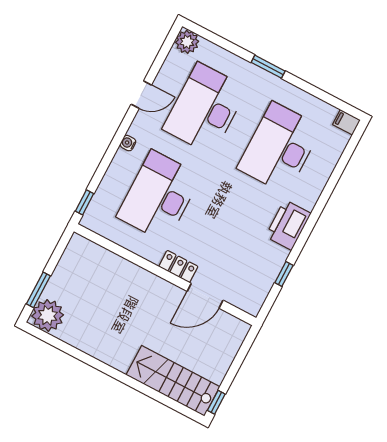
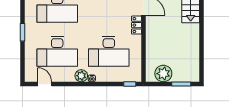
plant: (187, 42) -> (81, 76), moved
door: (141, 95) -> (45, 84), moved
plant: (48, 315) -> (163, 74), moved

